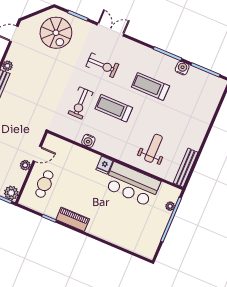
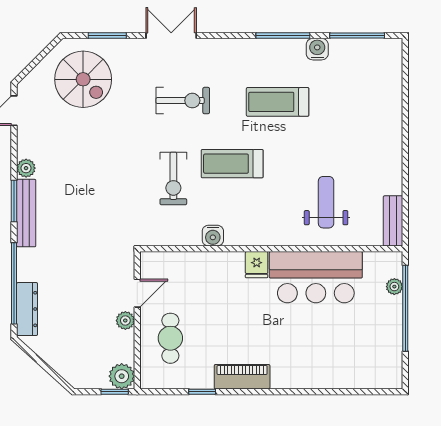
bench: (186, 168) -> (393, 221), width x0.73

